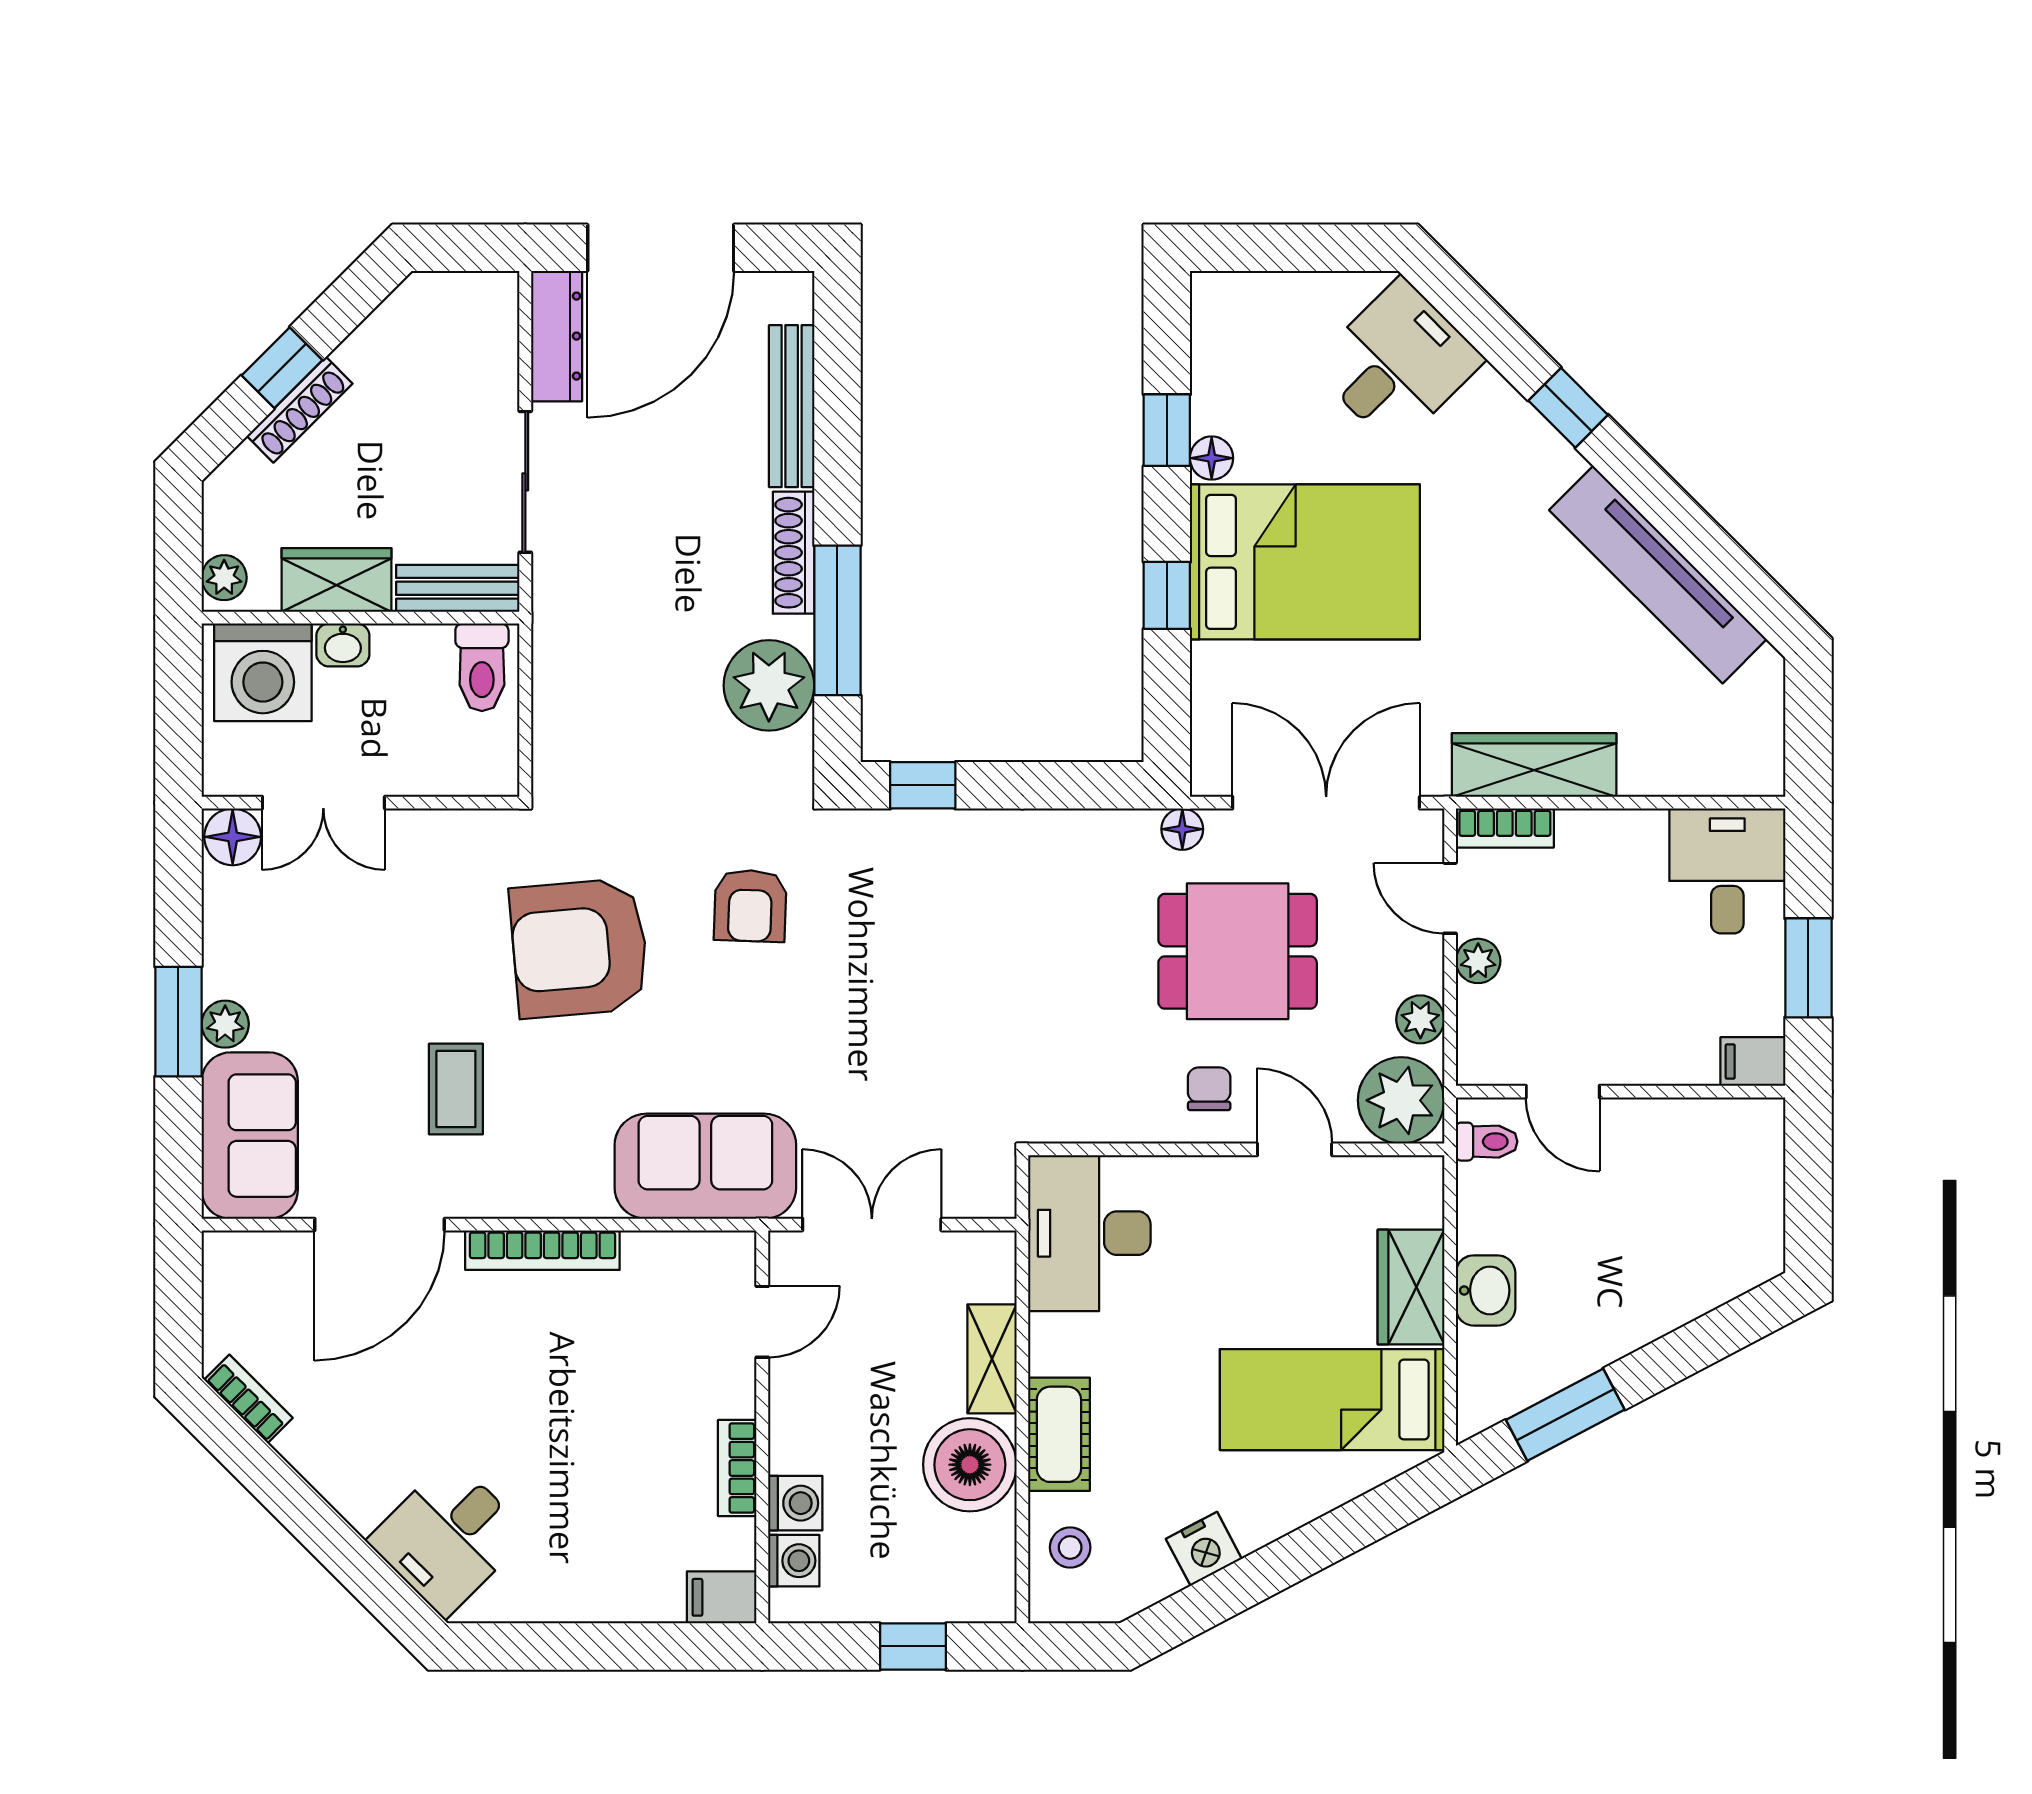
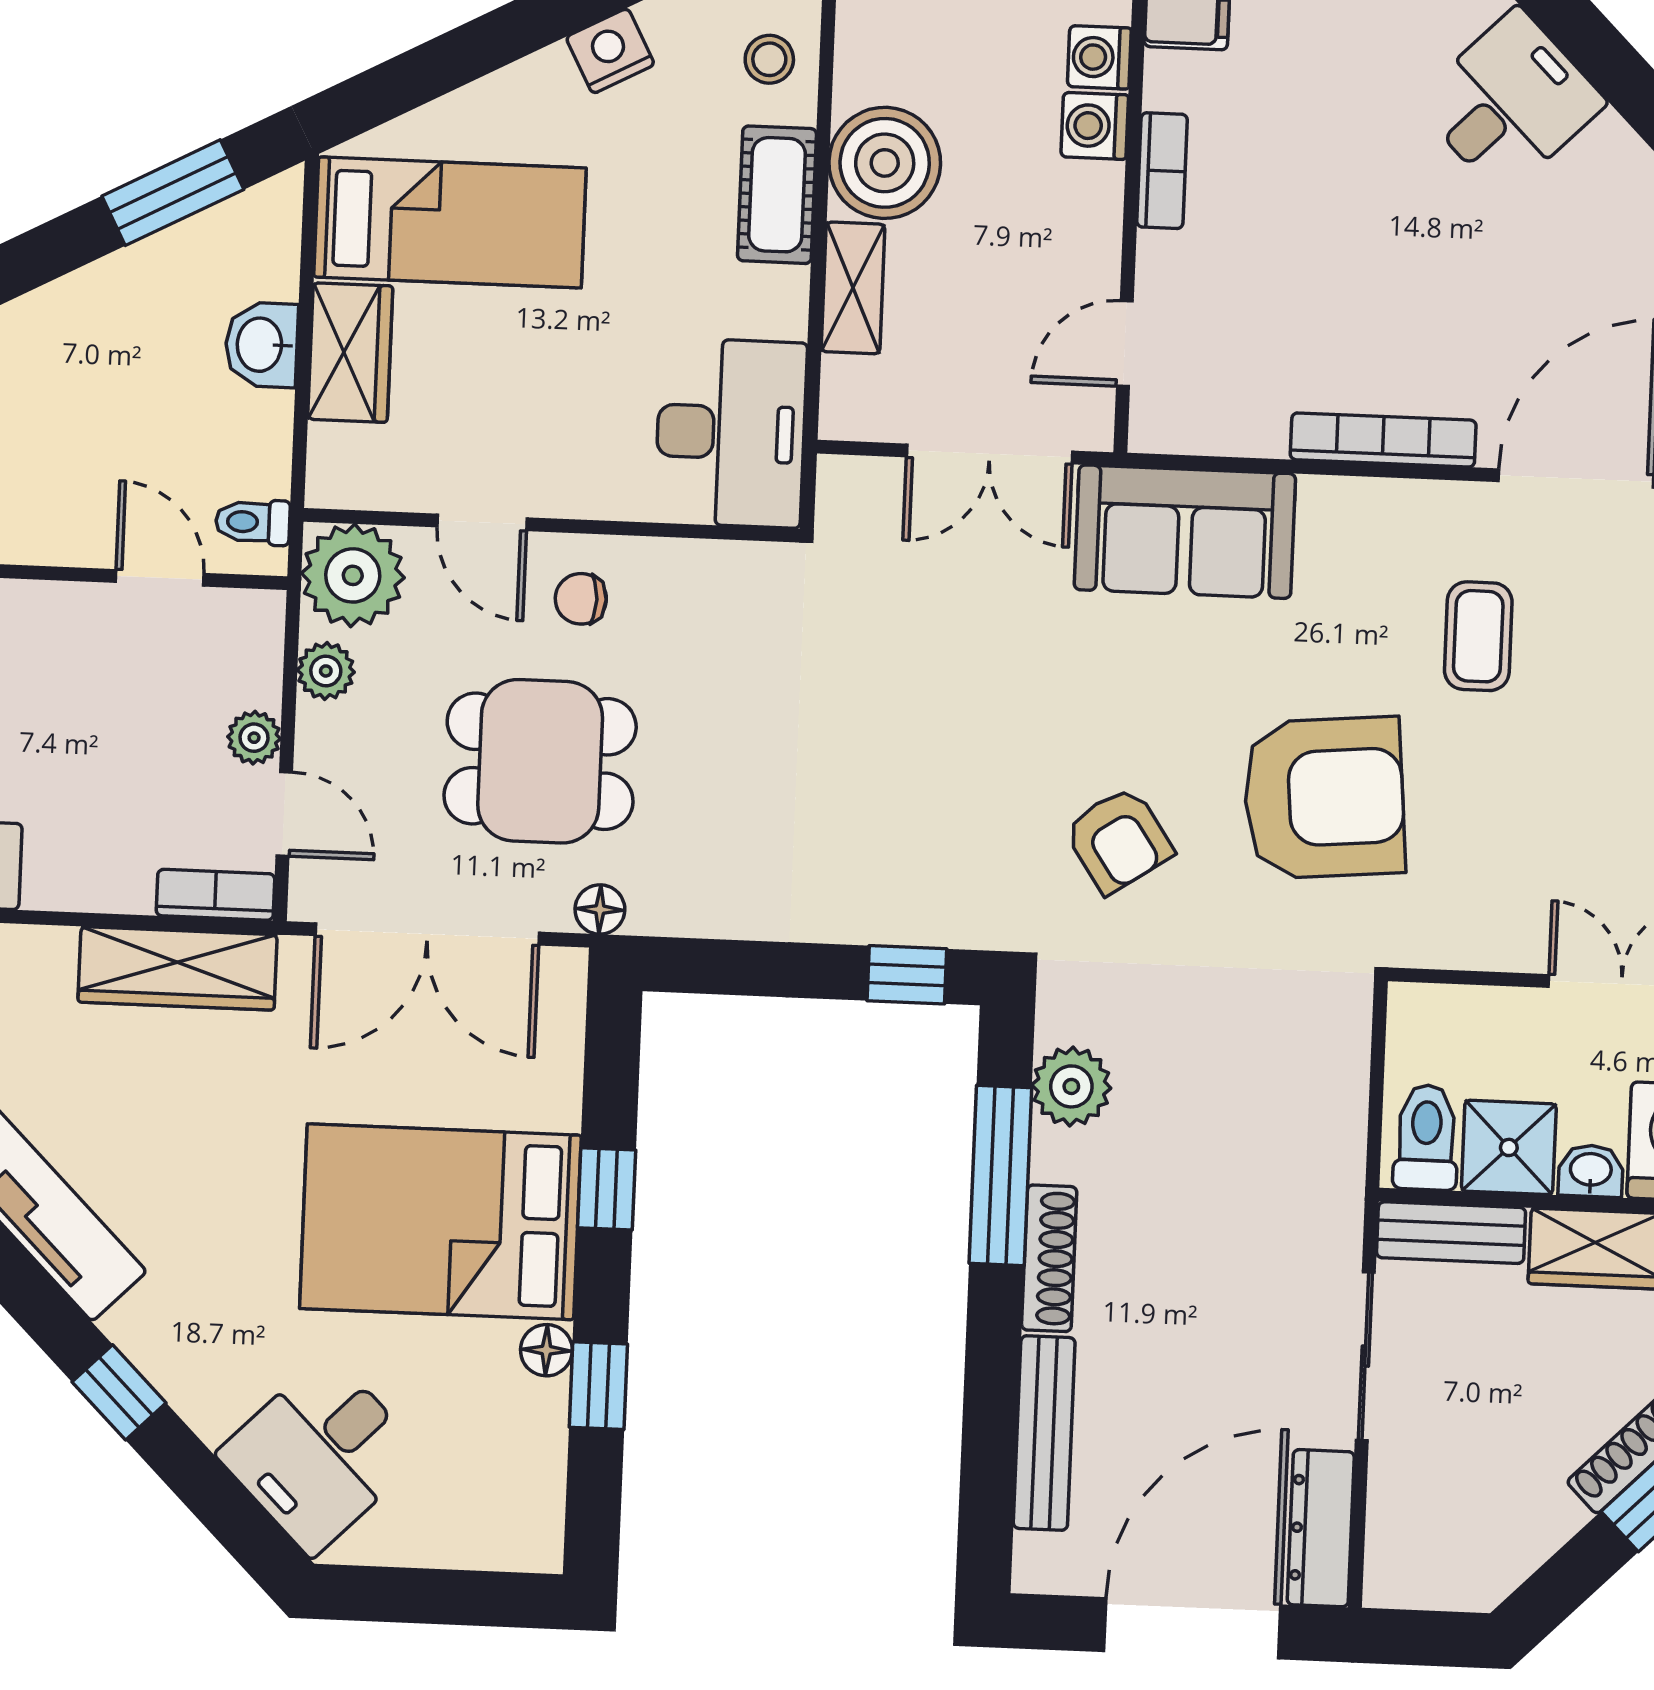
shower: (412, 662) -> (1509, 1147), added
plant: (769, 685) -> (1071, 1086), width x0.73, depth x0.73
armchair: (750, 906) -> (1119, 840), turned 144
chair: (1209, 1089) -> (581, 599), turned 90

